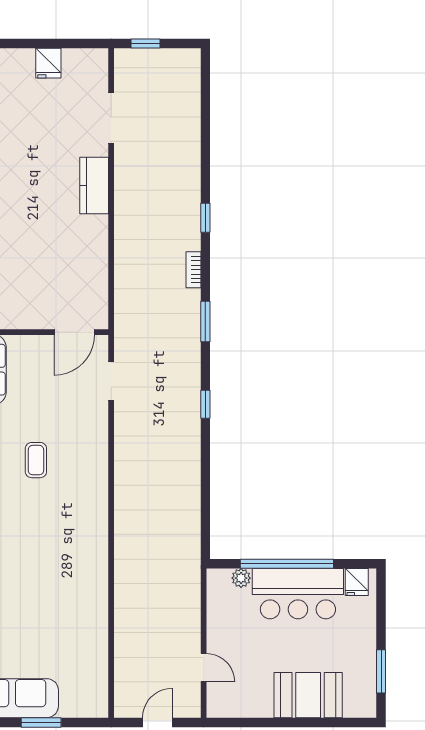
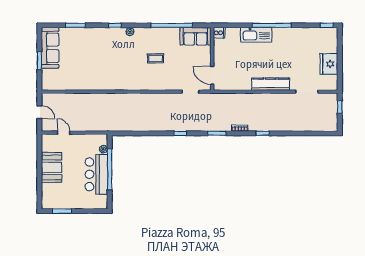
fridge: (48, 63) -> (329, 64), width x1.88, depth x1.34
kitchen counter: (94, 185) -> (271, 84), width x1.50
fridge: (357, 582) -> (102, 200), removed
door: (204, 668) -> (64, 133), swing flipped
booth: (308, 695) -> (52, 167), moved

